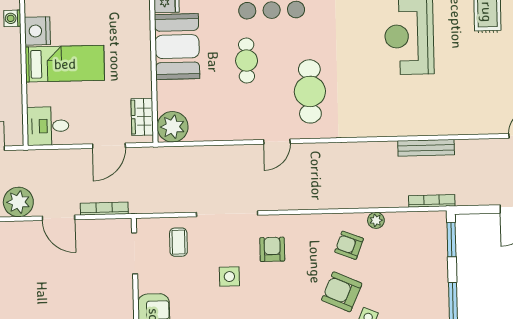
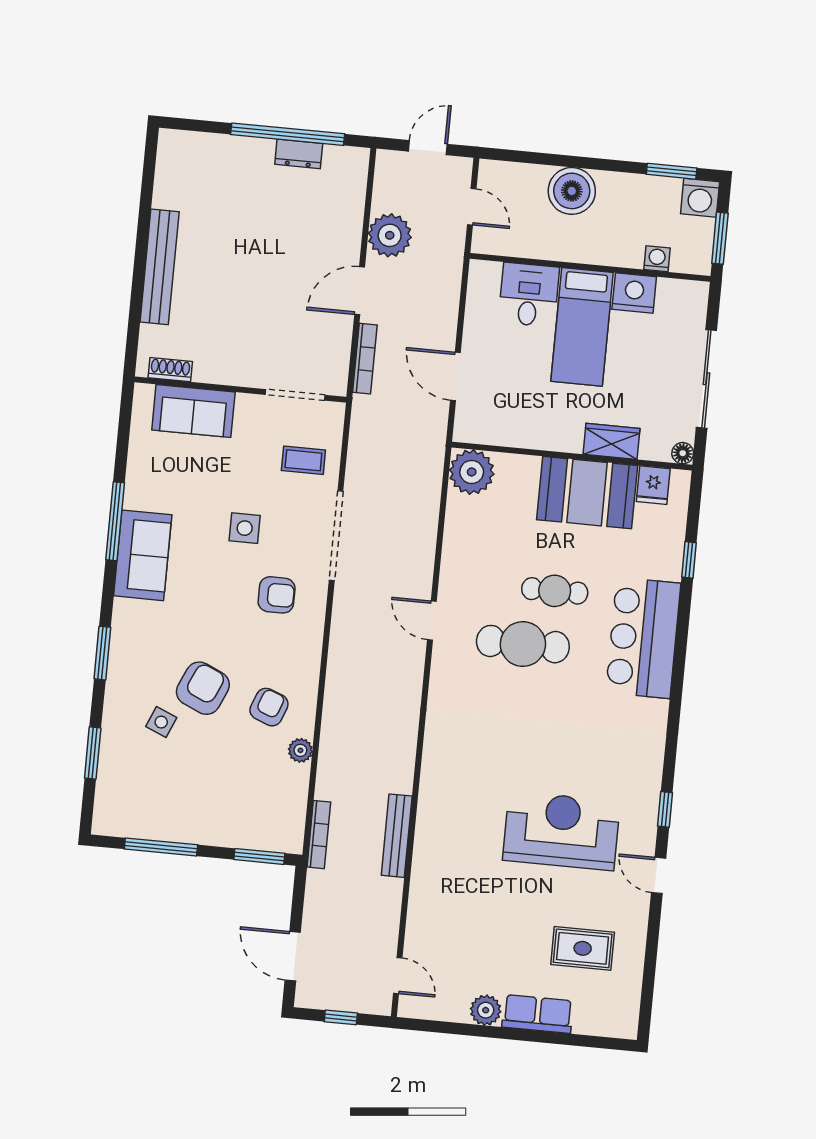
cafe table: (310, 91) -> (523, 644), moved
wardrobe: (142, 117) -> (611, 441), moved
desk: (48, 126) -> (529, 295), moved

